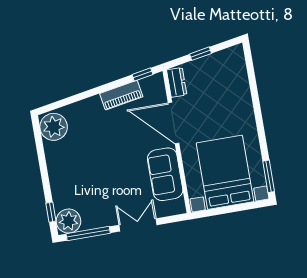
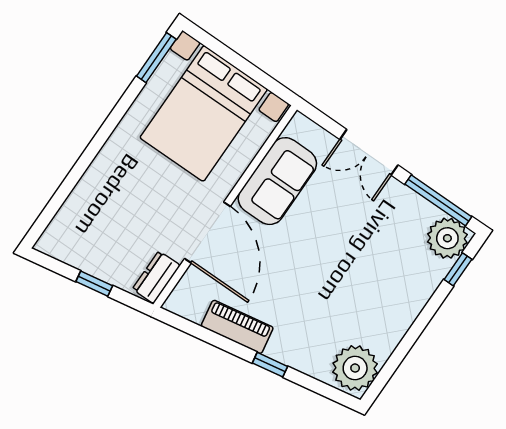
window: (142, 74) -> (270, 365), moved

